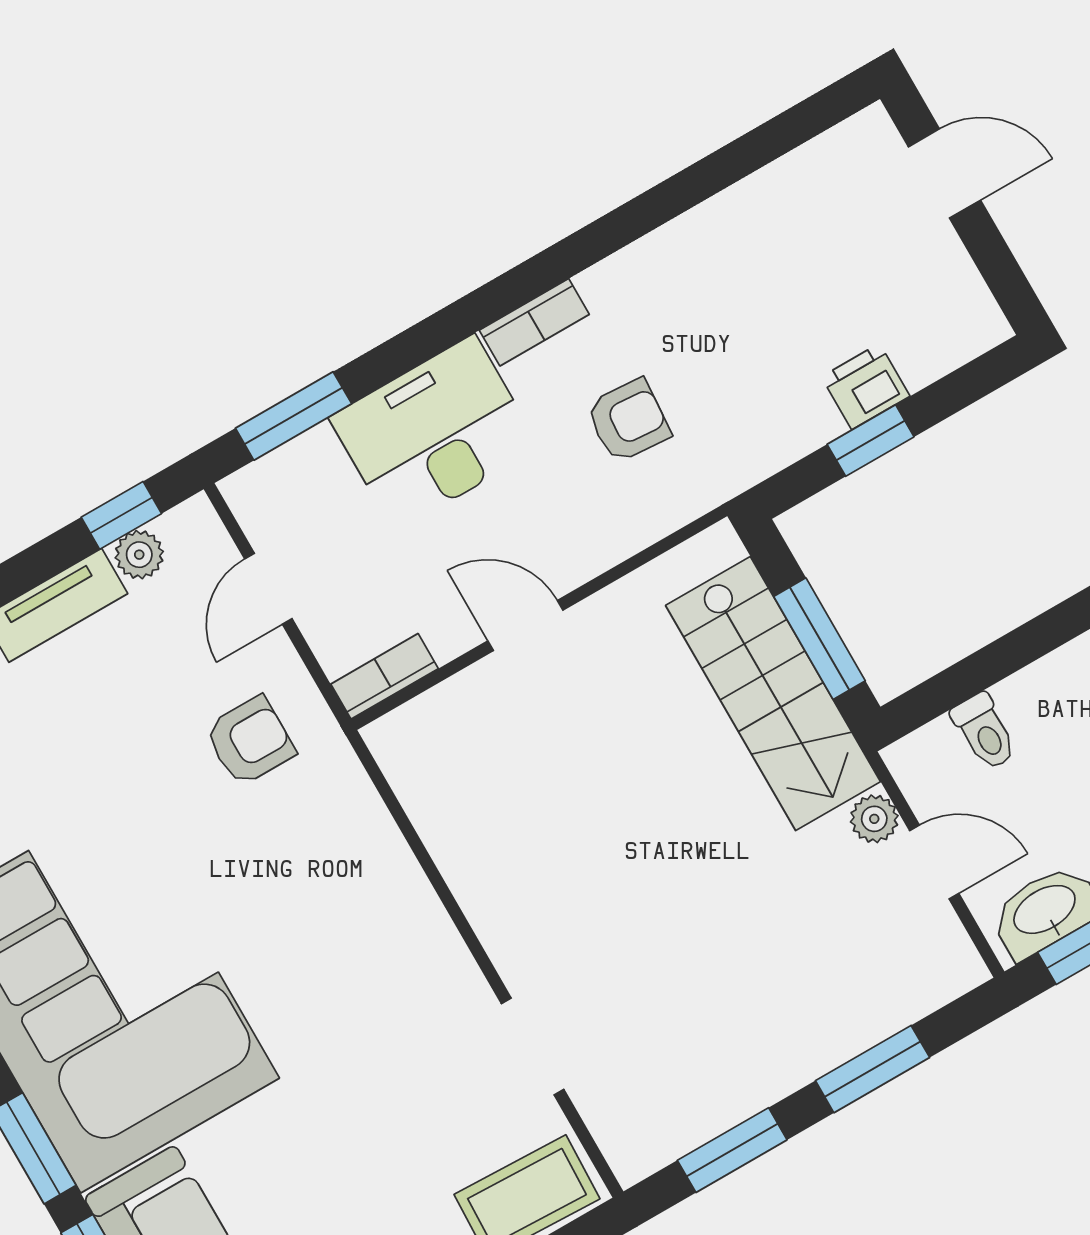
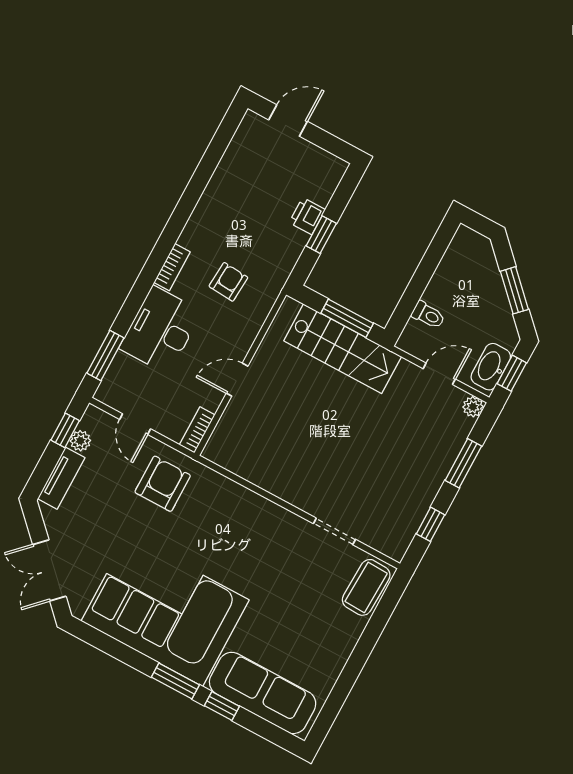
armchair: (250, 741) -> (163, 484), width x1.38, depth x1.38
plant: (874, 819) -> (473, 407), moved
window: (732, 1150) -> (430, 524), width x0.67

